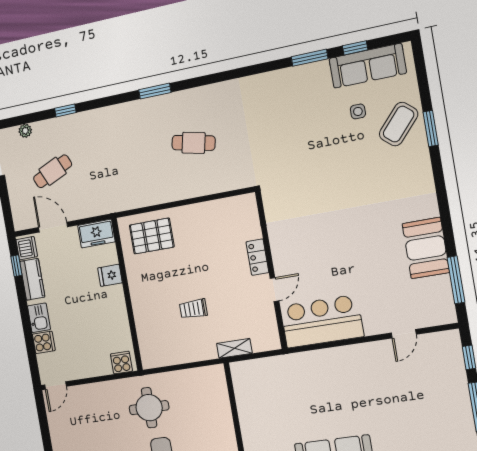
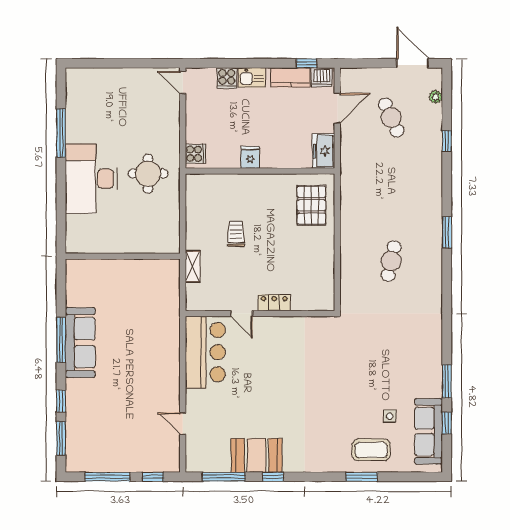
coffee table: (399, 124) -> (371, 450), turned -41
window: (447, 226) -> (273, 477), added
fridge: (110, 275) -> (250, 157), moved

